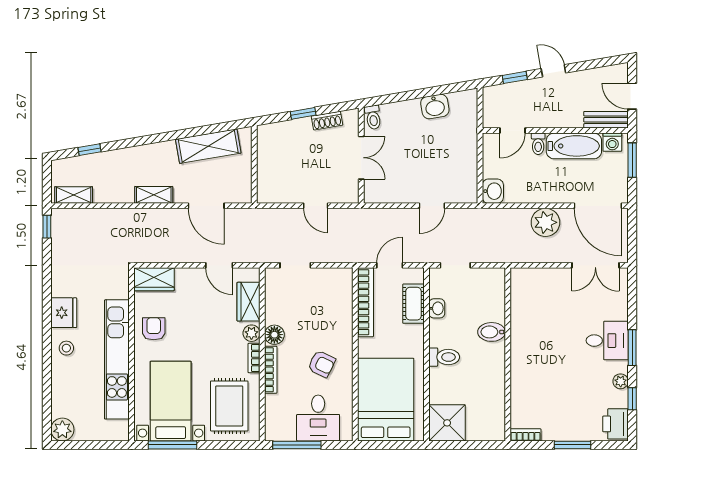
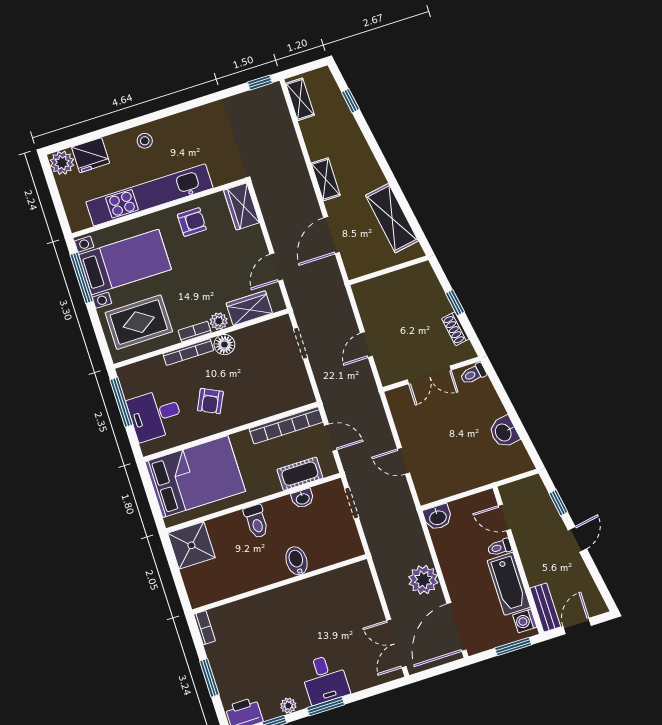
fridge: (64, 313) -> (91, 155), moved

